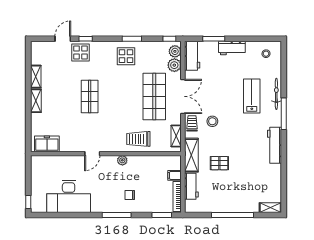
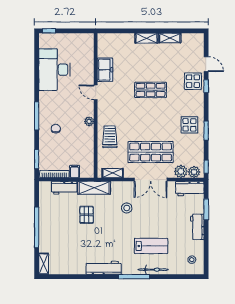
trolley: (192, 123) -> (125, 188), removed
freezer: (47, 144) -> (105, 70), moved

